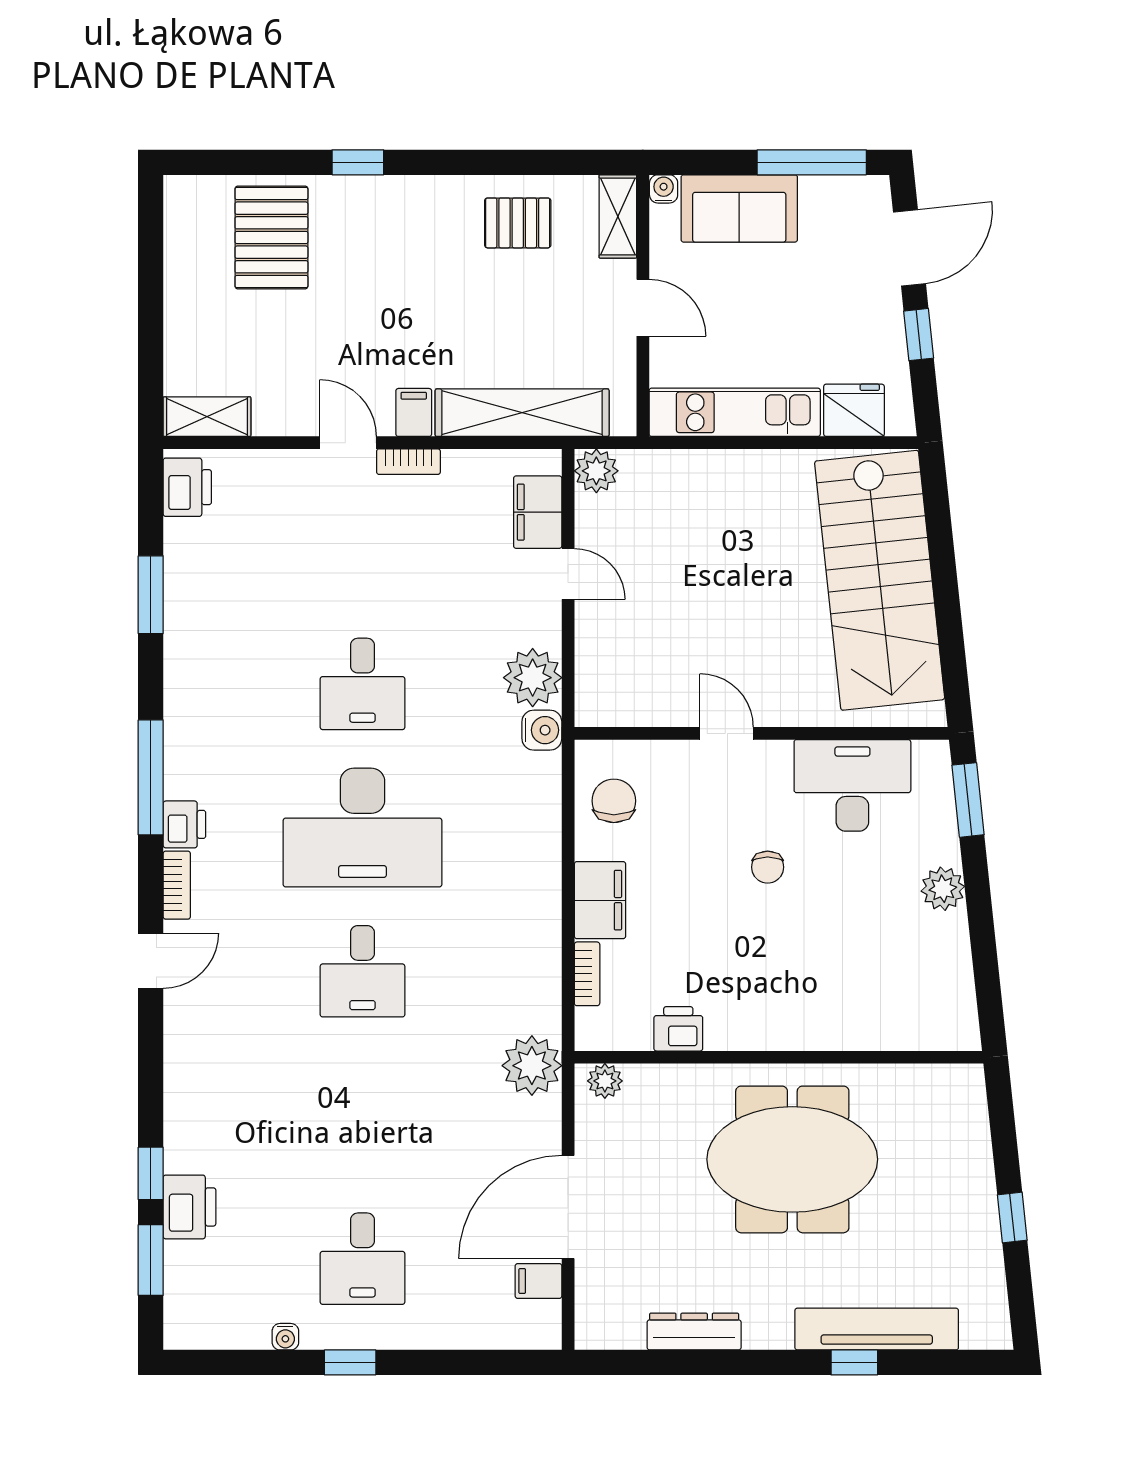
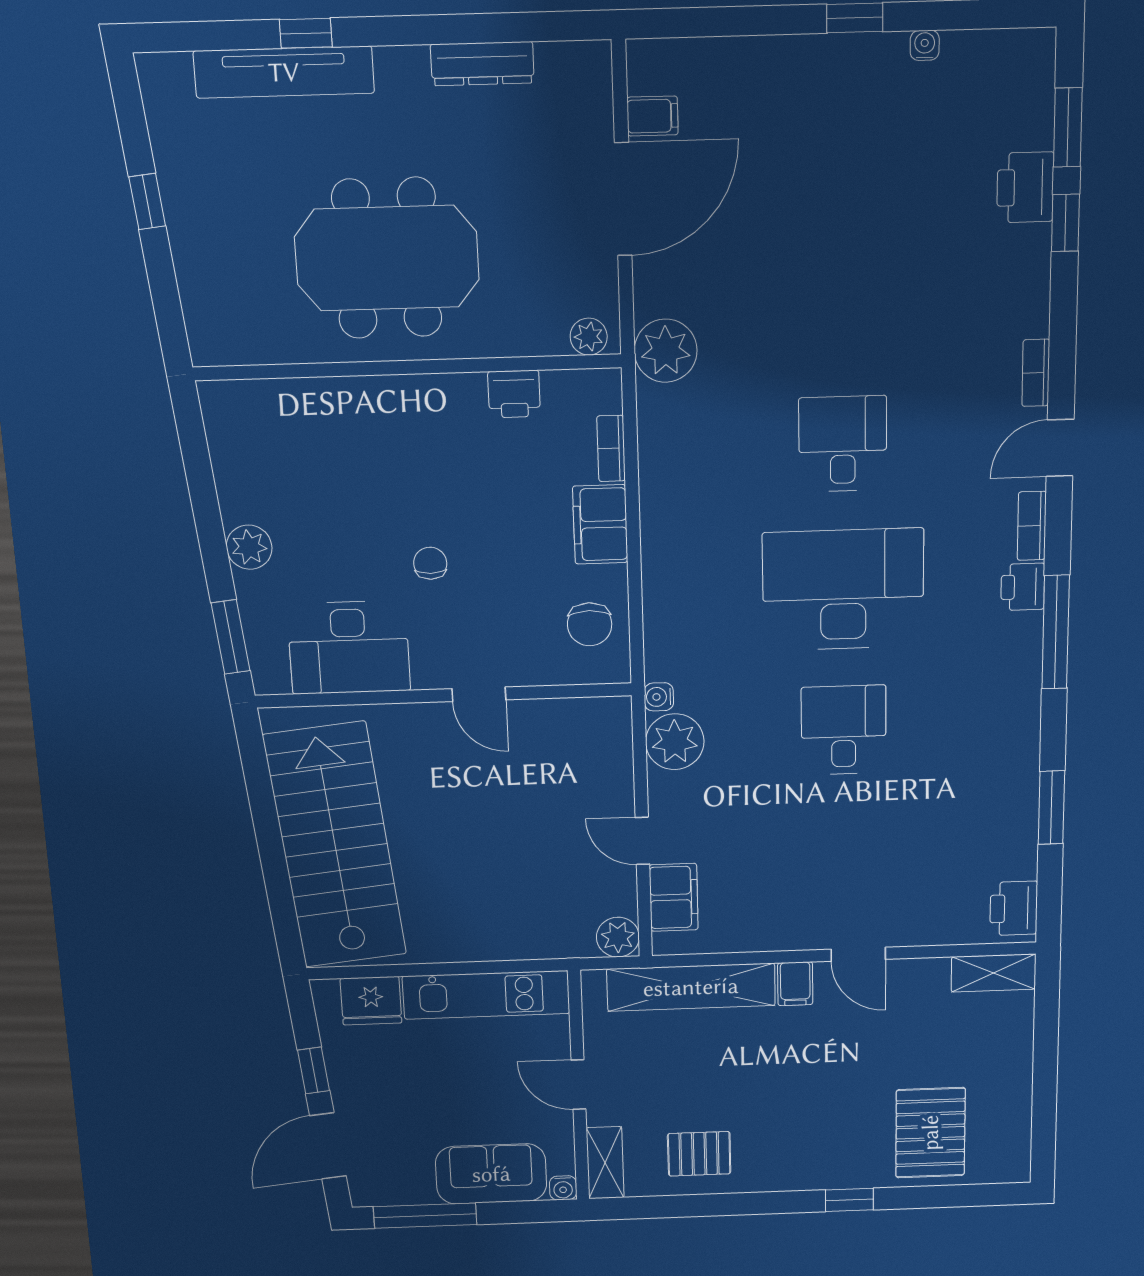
bookcase: (408, 462) -> (1036, 373), moved, turned -90
water cooler: (542, 730) -> (659, 697), width x0.72, depth x0.72
desk: (362, 1259) -> (842, 136), removed

